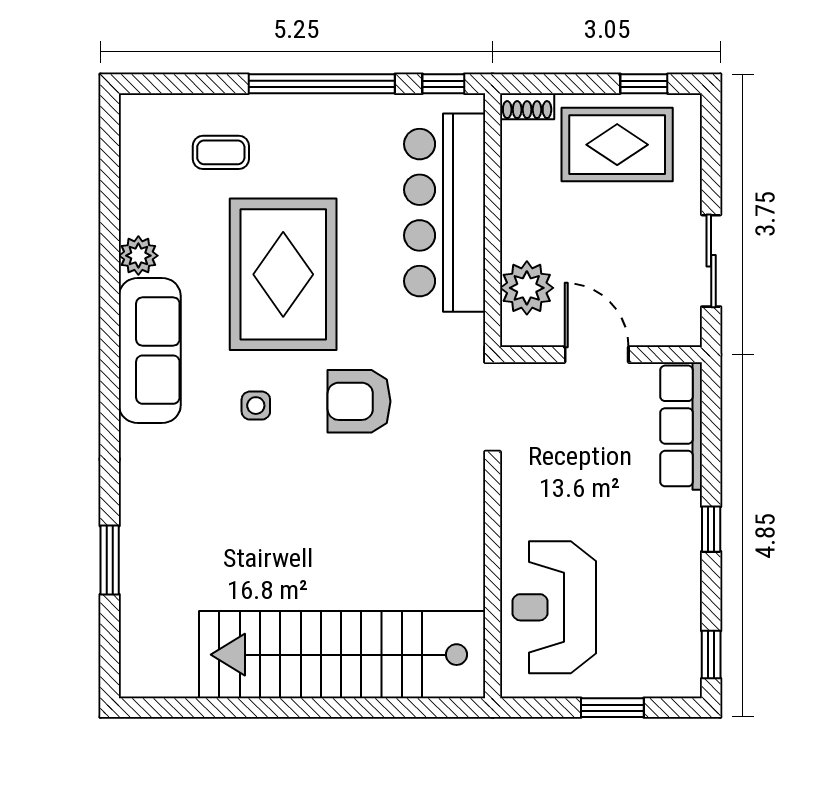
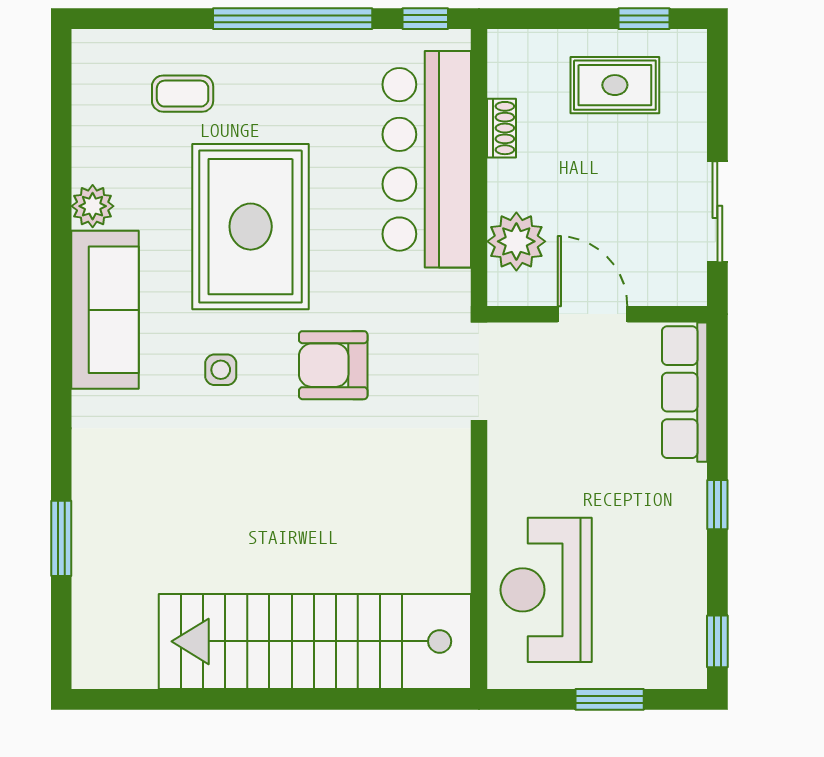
shoe rack: (527, 106) -> (501, 128), moved, turned -90
rug: (617, 145) -> (615, 85), width x0.73, depth x0.70

